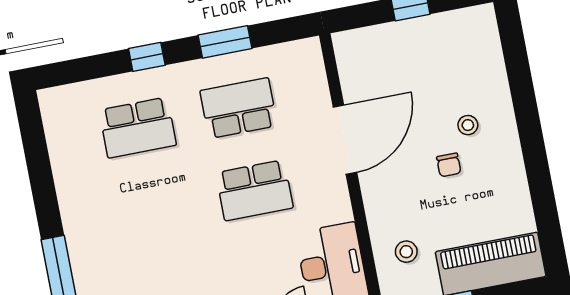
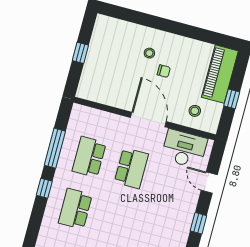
window: (225, 42) -> (55, 148), width x1.44
school desk: (138, 128) -> (75, 209), turned 180
door: (345, 140) -> (148, 120), moved

